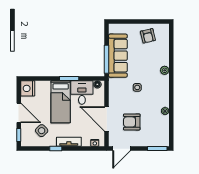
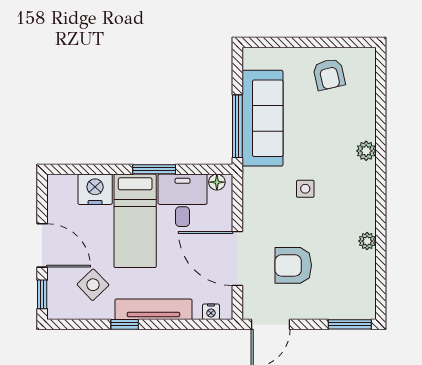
nightstand: (28, 88) -> (95, 189), moved, turned 90
tv unit: (69, 142) -> (153, 309), width x1.41

